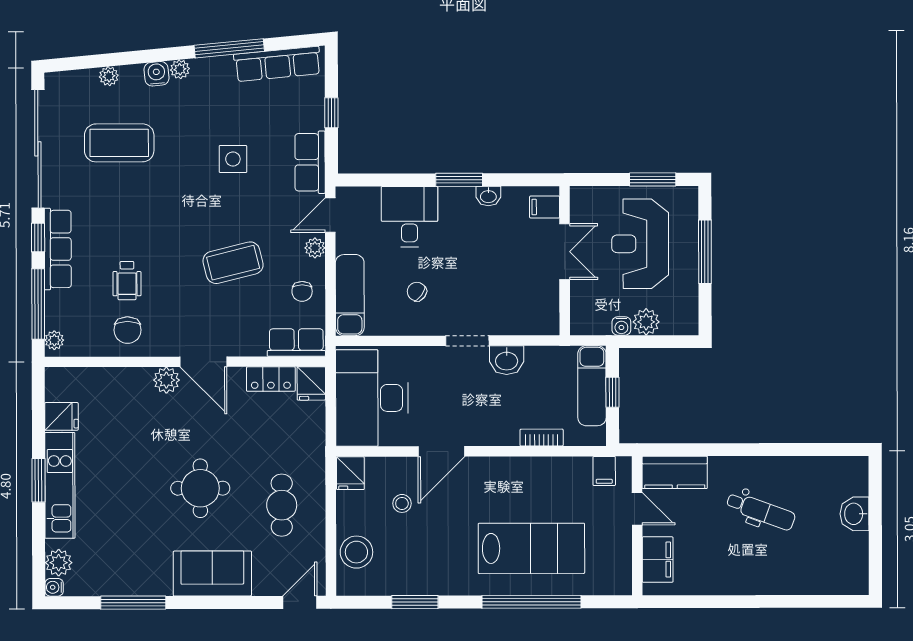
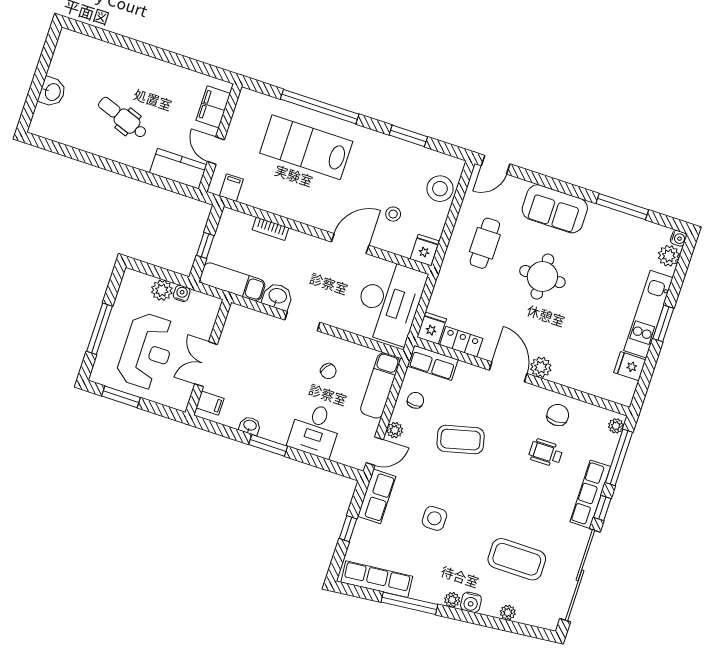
wheelchair: (127, 281) -> (546, 453), turned -90
exam couch: (592, 386) -> (232, 282), moved, turned -90

